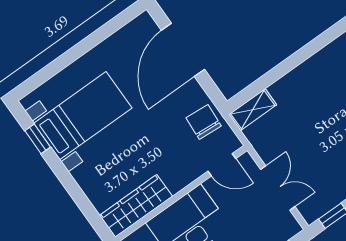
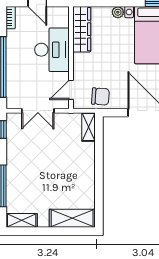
plant: (82, 176) -> (118, 12), added

